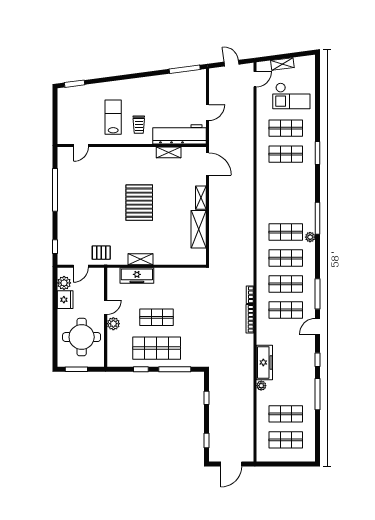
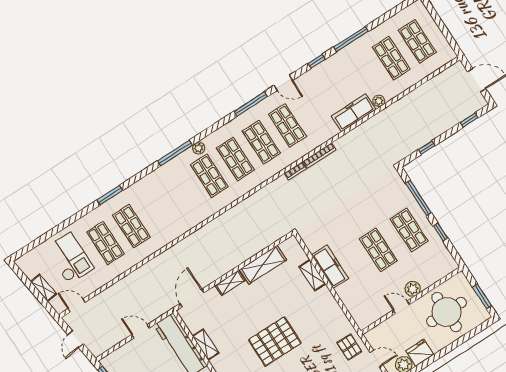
shelving: (140, 259) -> (312, 275), moved
freezer: (137, 276) -> (330, 267), moved
shop shelf: (157, 348) -> (409, 230), width x0.70, depth x0.74

